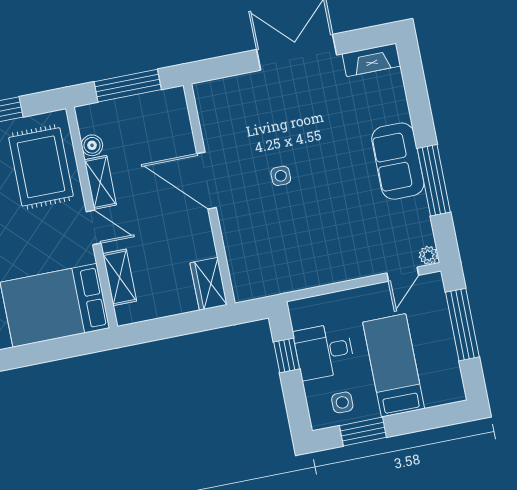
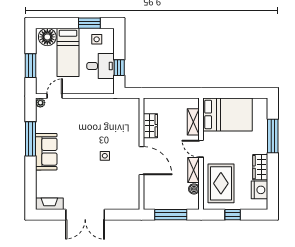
wardrobe: (209, 284) -> (150, 126), moved
window: (462, 325) -> (31, 66), width x0.69
floor lamp: (440, 388) -> (47, 37), added

